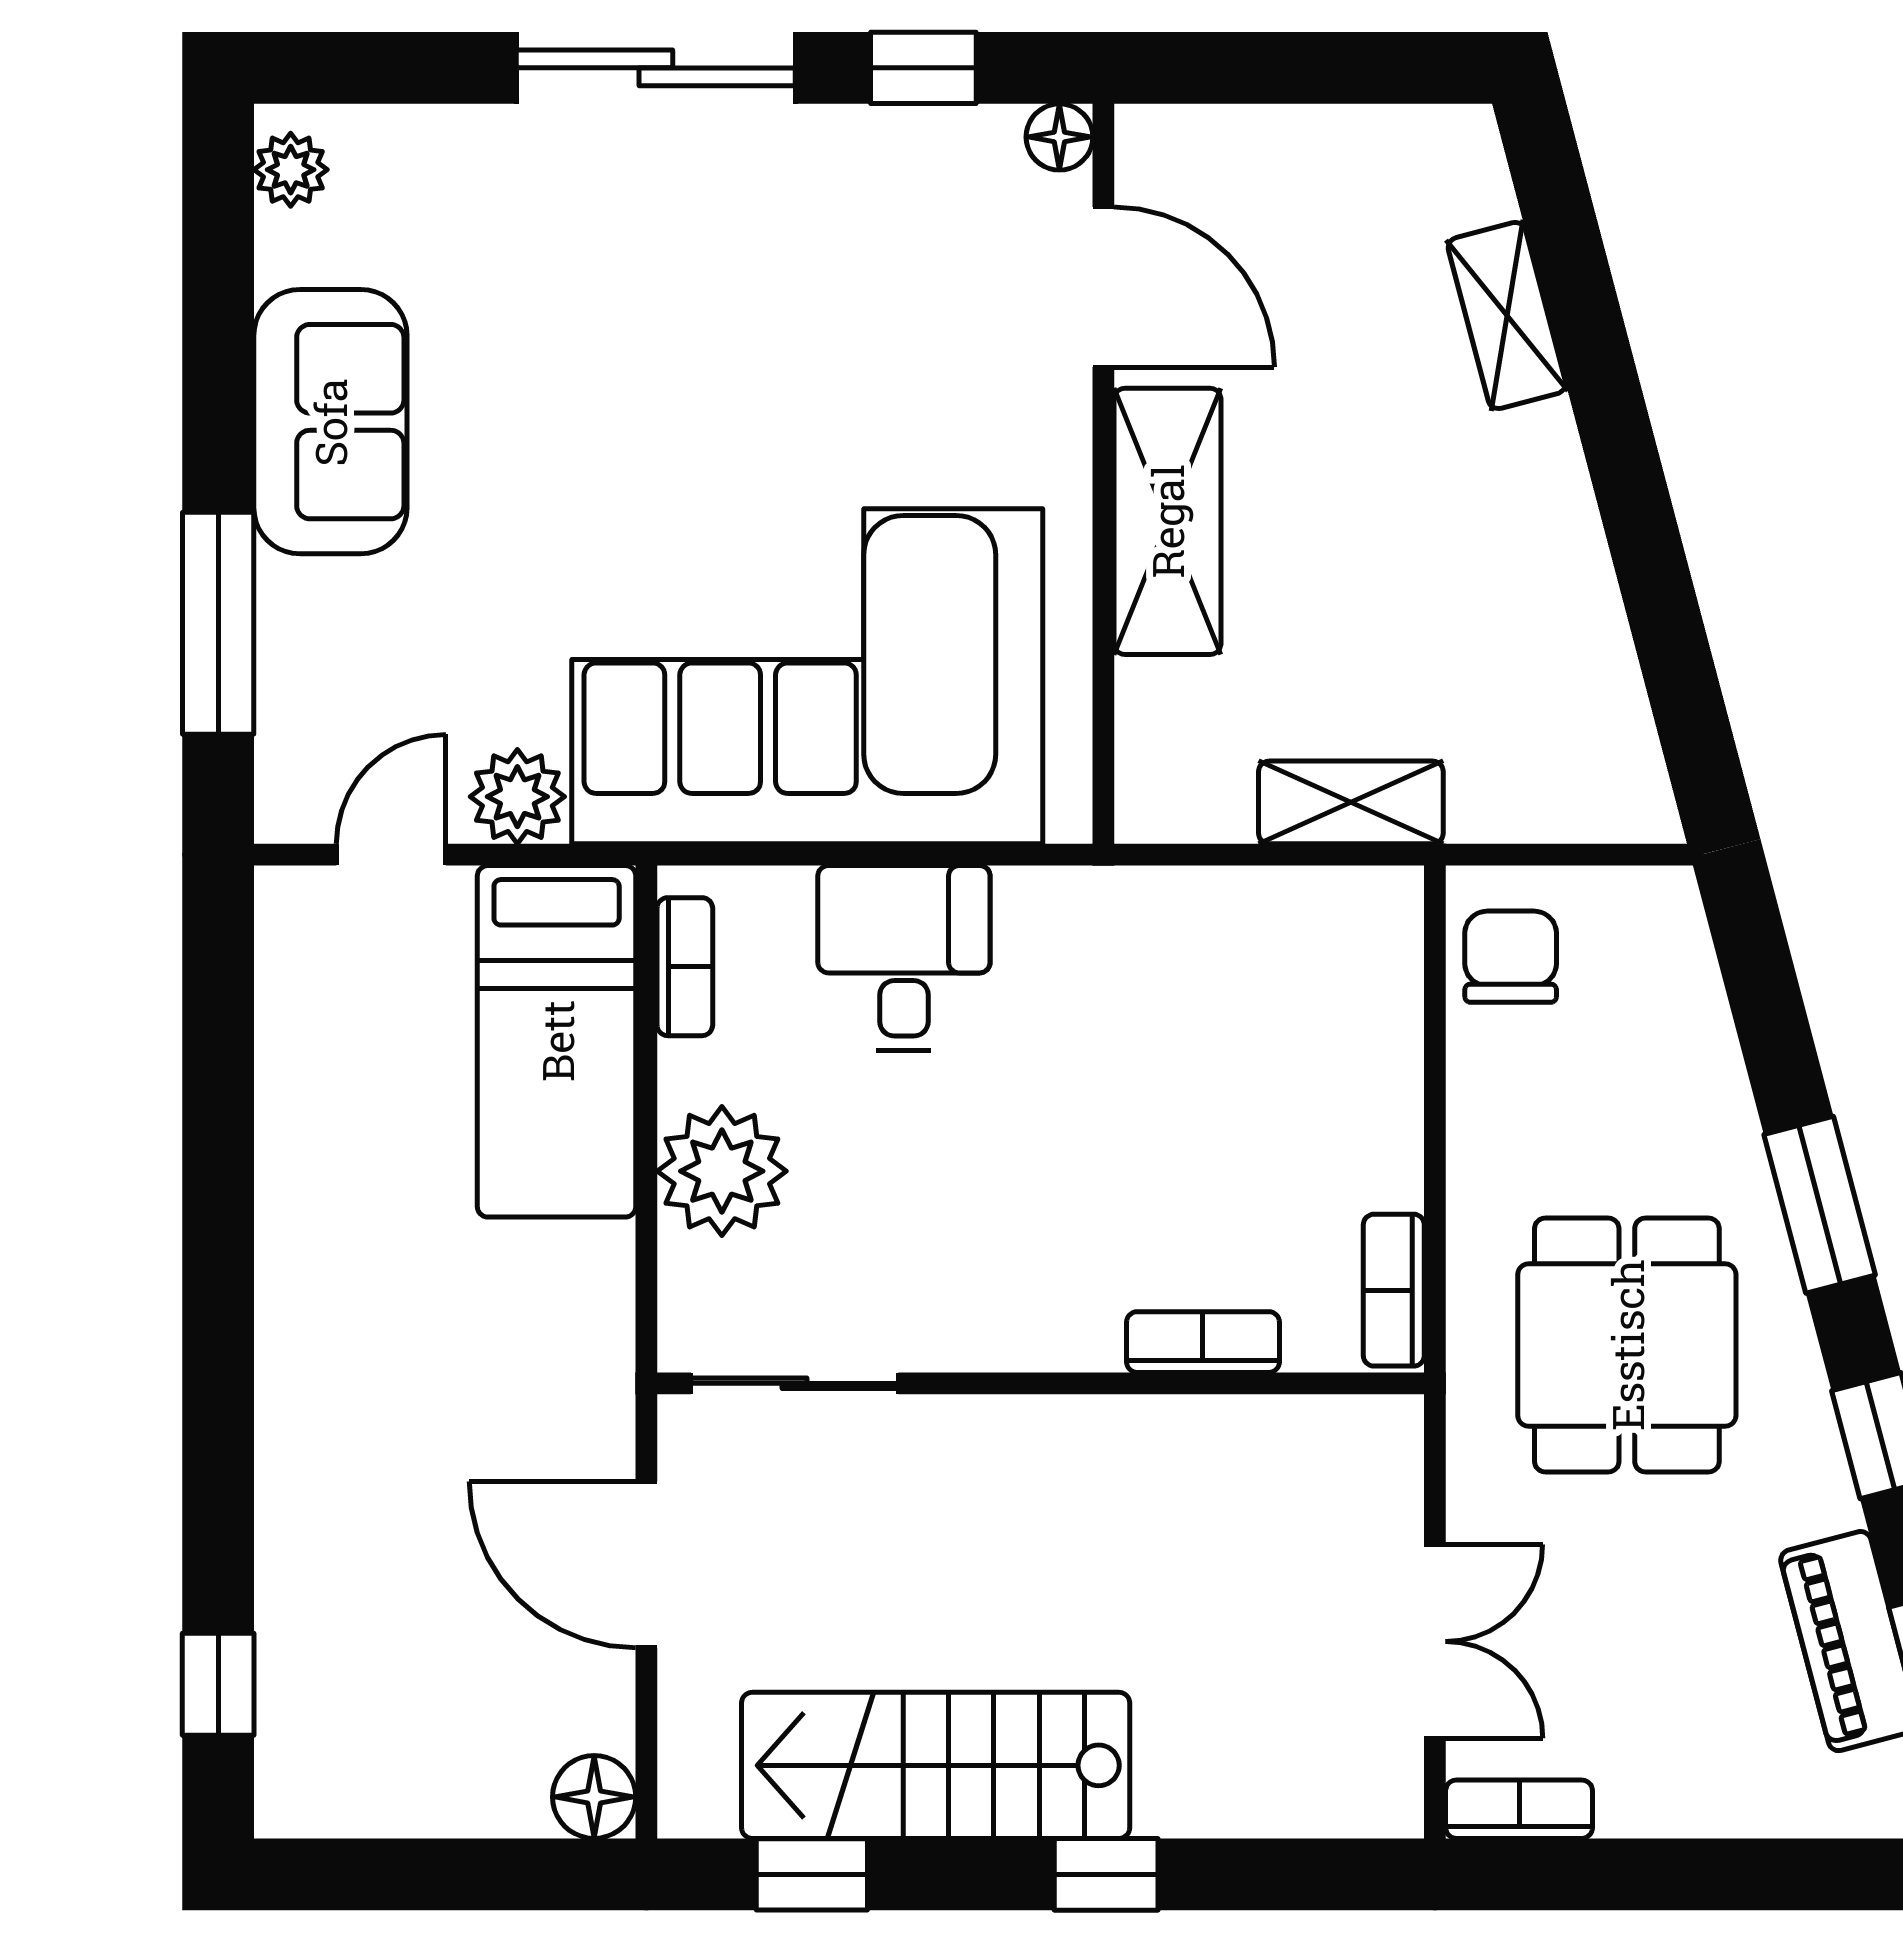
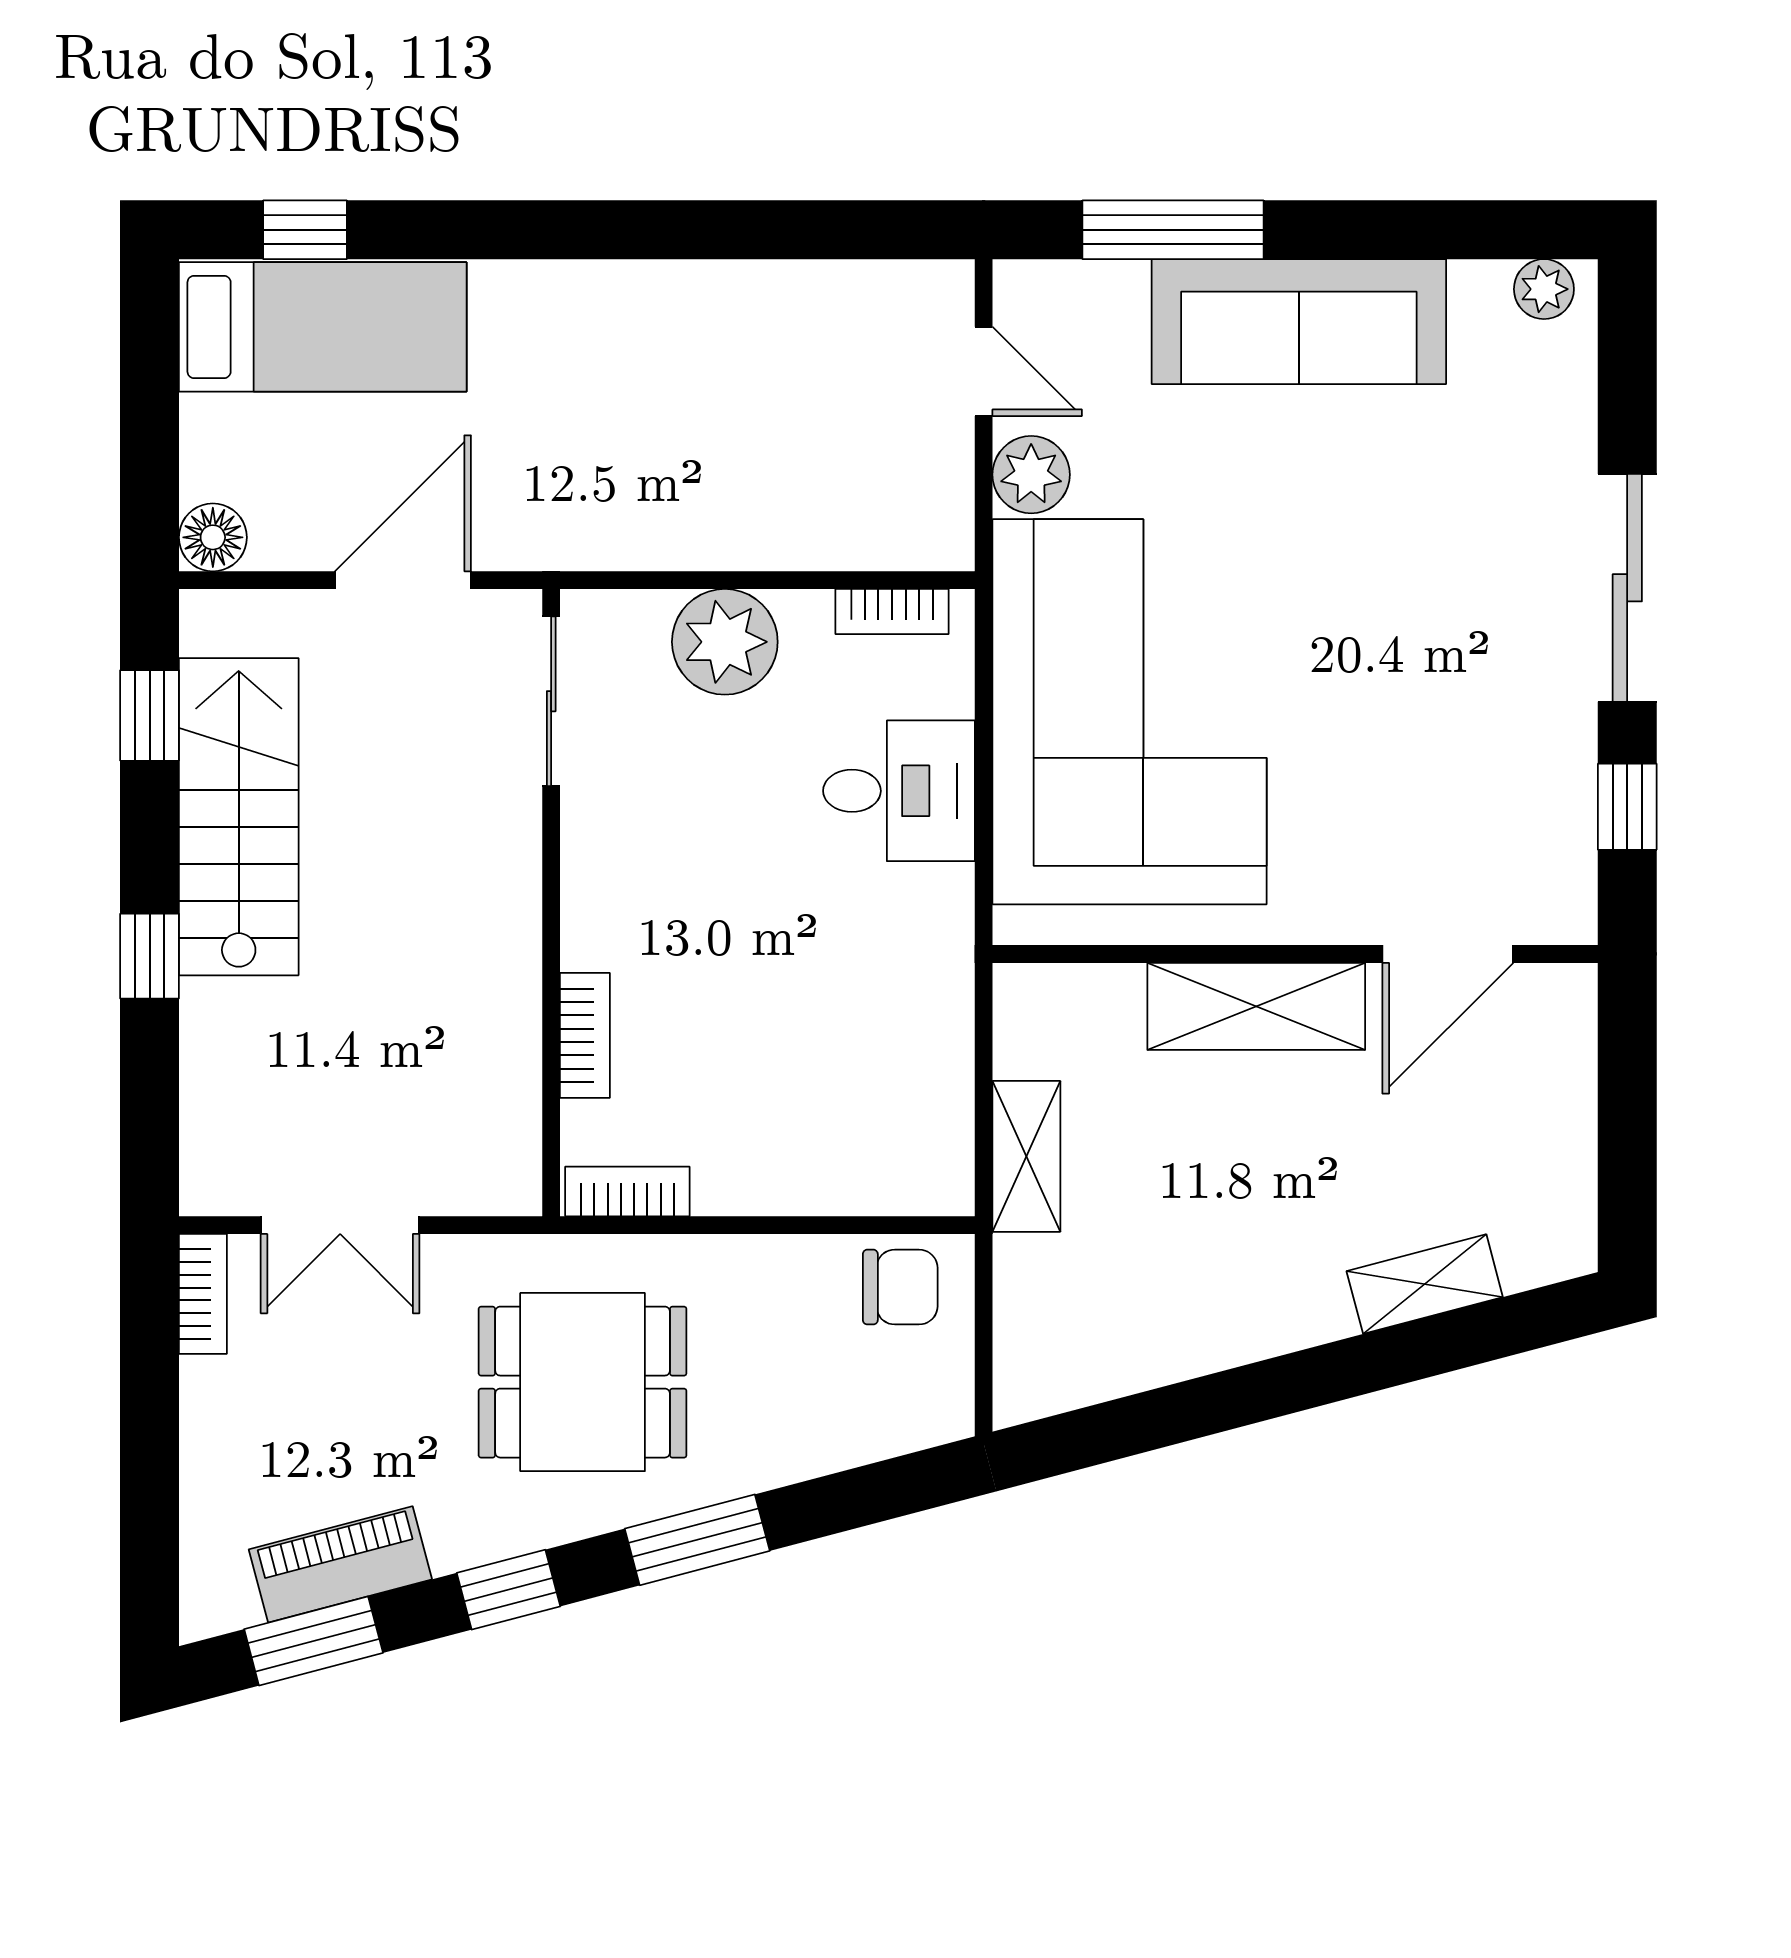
floor lamp: (1059, 137) -> (1571, 918), removed
sofa: (330, 422) -> (1299, 322), width x1.36
bed: (557, 1041) -> (323, 327), moved, turned 180

